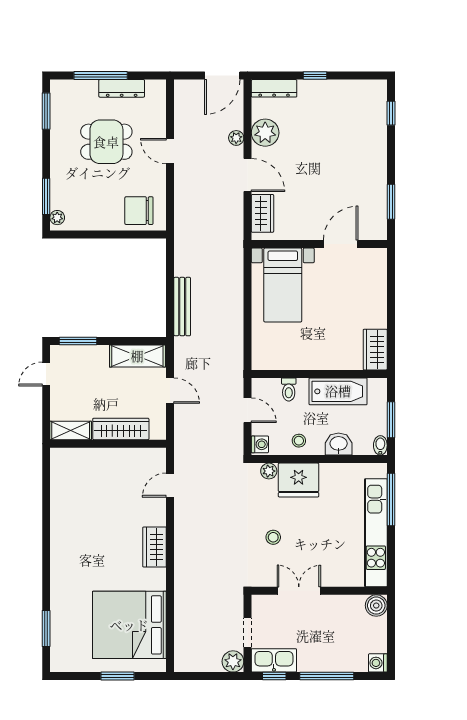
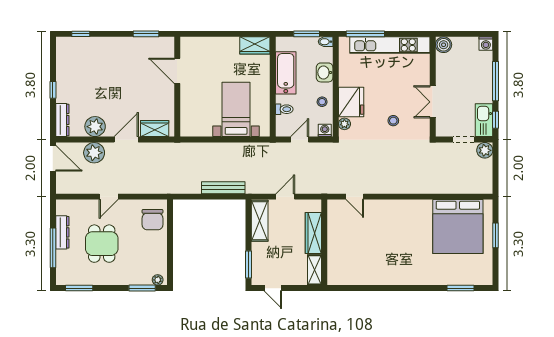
plant: (236, 138) -> (94, 153), width x1.87, depth x1.87
bed with nightstands: (283, 285) -> (236, 109), moved, turned -90
wardrobe: (155, 547) -> (400, 208), removed

